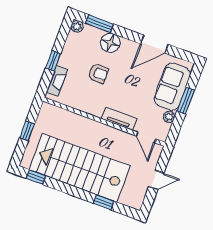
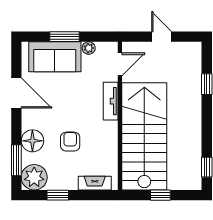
plant: (77, 26) -> (34, 177), width x1.88, depth x1.88
window: (53, 61) -> (58, 195), moved
stairs: (80, 168) -> (144, 136), moved, turned 180

